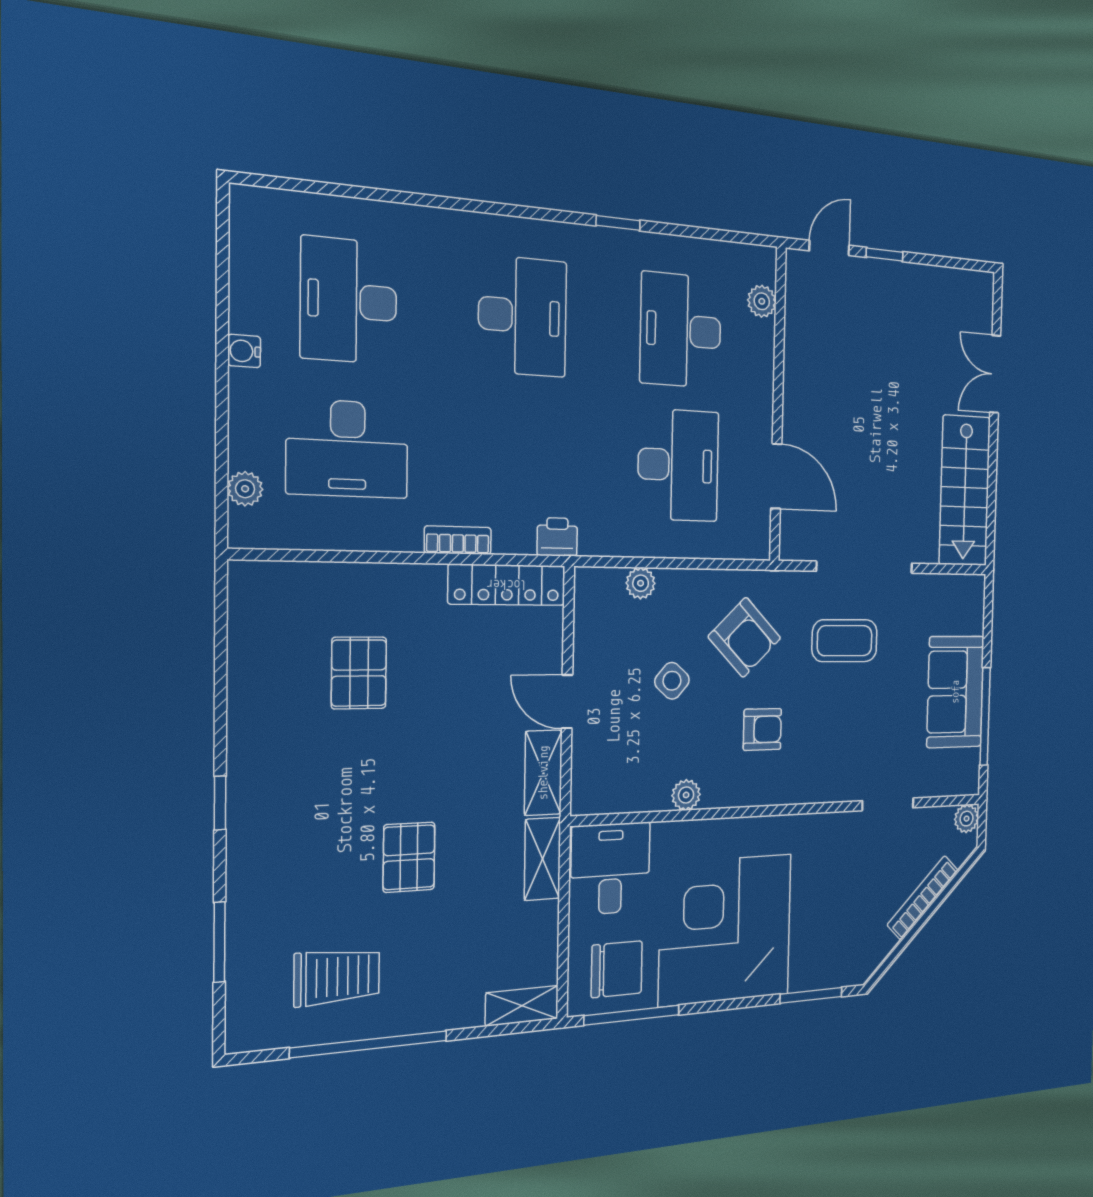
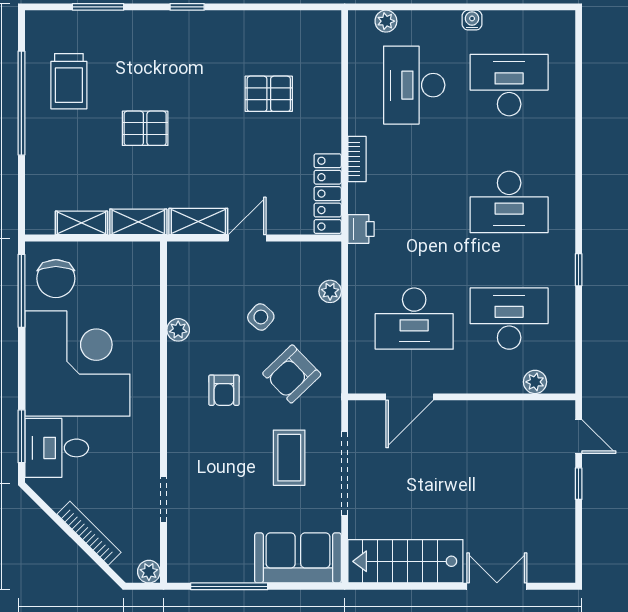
sofa: (955, 692) -> (298, 558), moved
desk: (610, 869) -> (57, 448), moved, turned 180
shelving: (522, 1006) -> (81, 223), moved, turned 90

